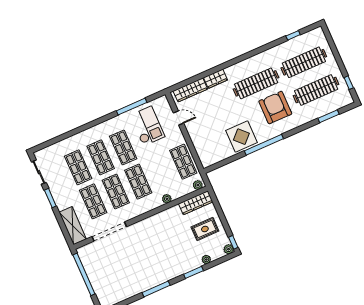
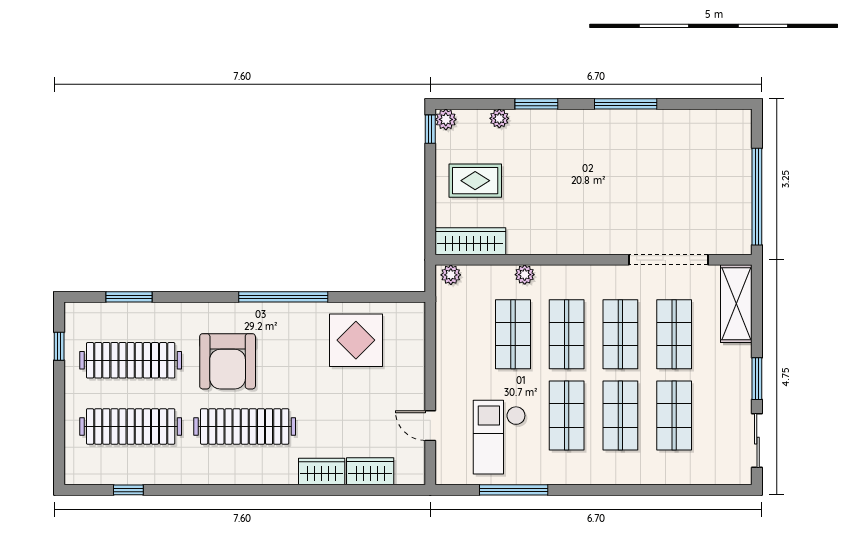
wardrobe: (190, 90) -> (370, 471), width x0.67
display table: (241, 137) -> (356, 340), moved
shop shelf: (183, 162) -> (513, 334), moved

